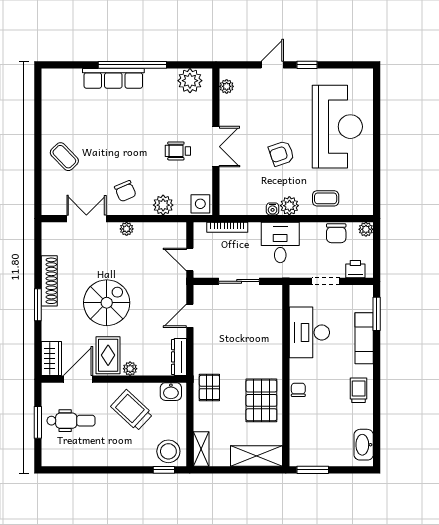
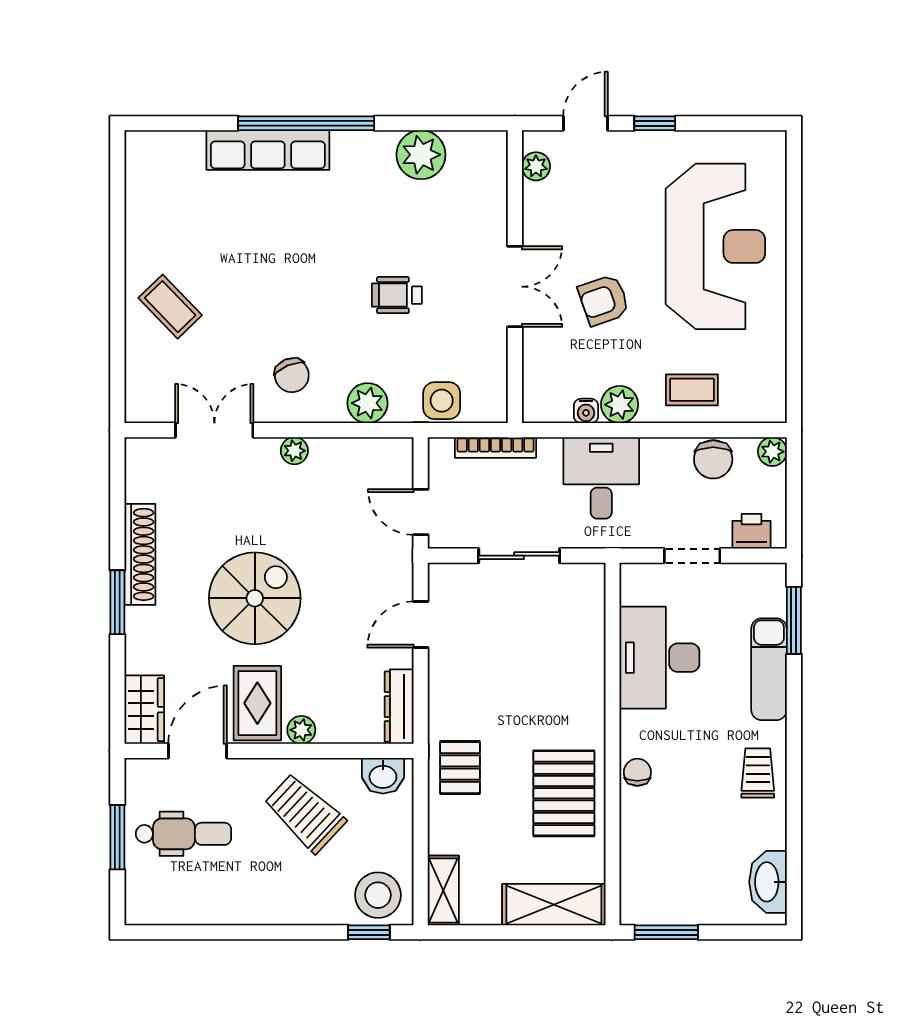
plant: (227, 86) -> (536, 166), moved
wall: (216, 142) -> (515, 277), moved
double door: (216, 147) -> (515, 287), moved

